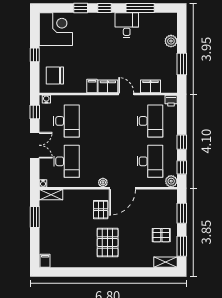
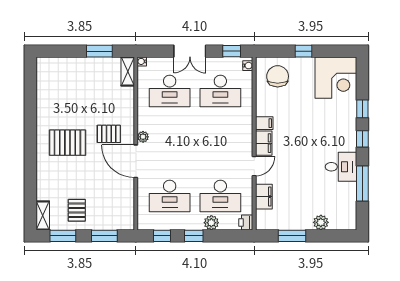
plant: (171, 181) -> (211, 223), moved
filing cabinet: (45, 261) -> (44, 64), removed

